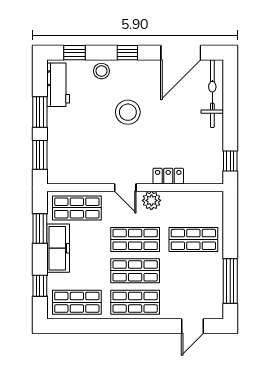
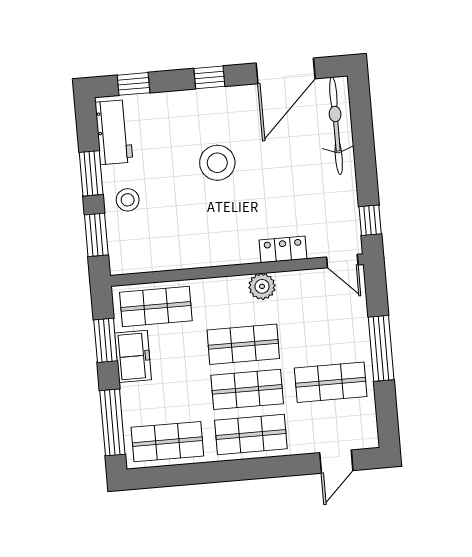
stool: (101, 71) -> (128, 200), moved
door: (125, 188) -> (342, 261), moved
shop shelf: (193, 239) -> (331, 382), moved
freezer: (58, 248) -> (133, 356), width x0.71
window: (230, 281) -> (381, 348), moved
window: (40, 286) -> (112, 422), width x2.17

